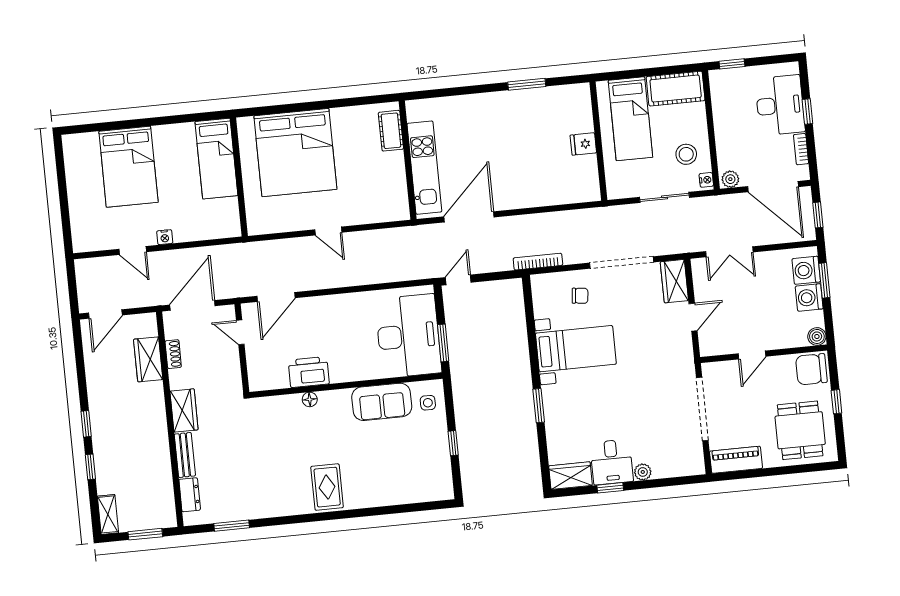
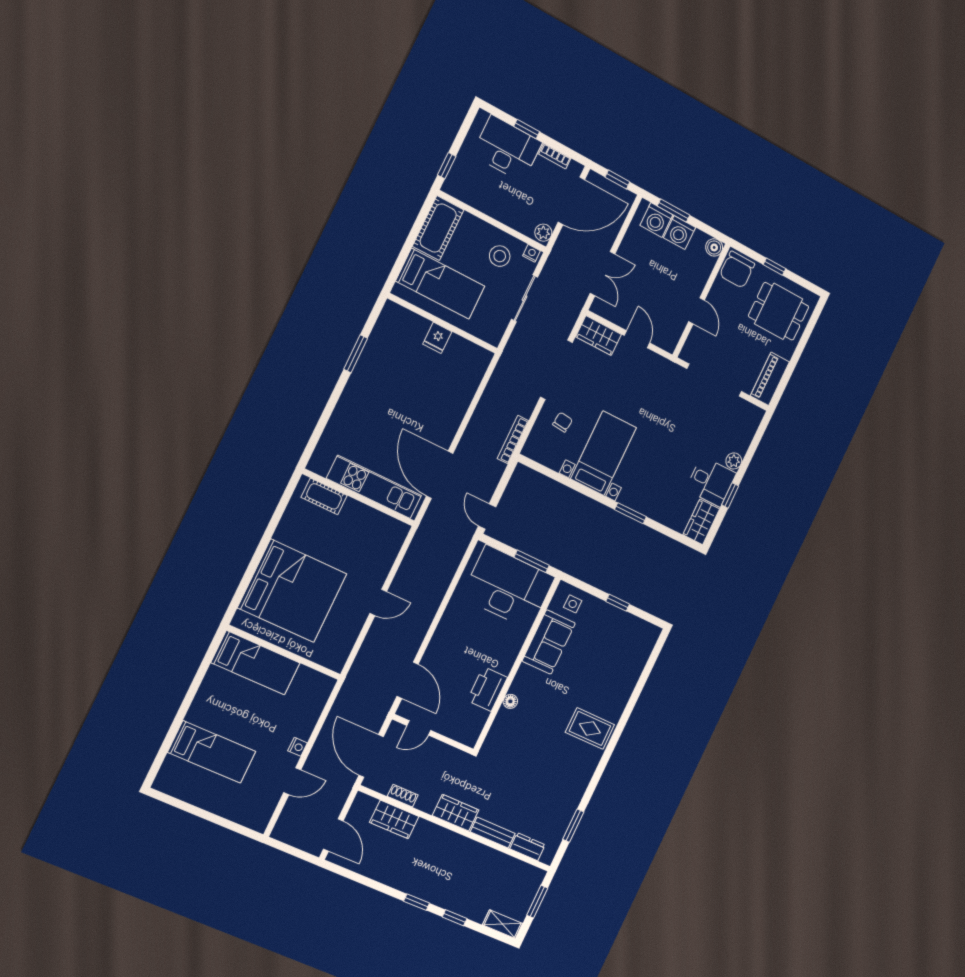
bed: (128, 167) -> (212, 752), width x0.67

